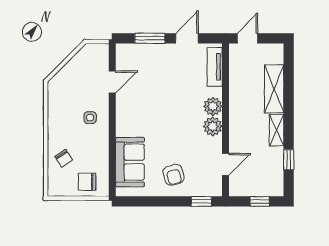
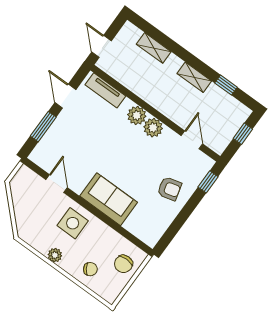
shelving: (274, 89) -> (154, 48), width x0.67, depth x0.75
side table: (90, 118) -> (73, 223), width x1.87, depth x1.87
plant: (54, 122) -> (55, 255), added
sofa: (130, 162) -> (109, 199), moved

